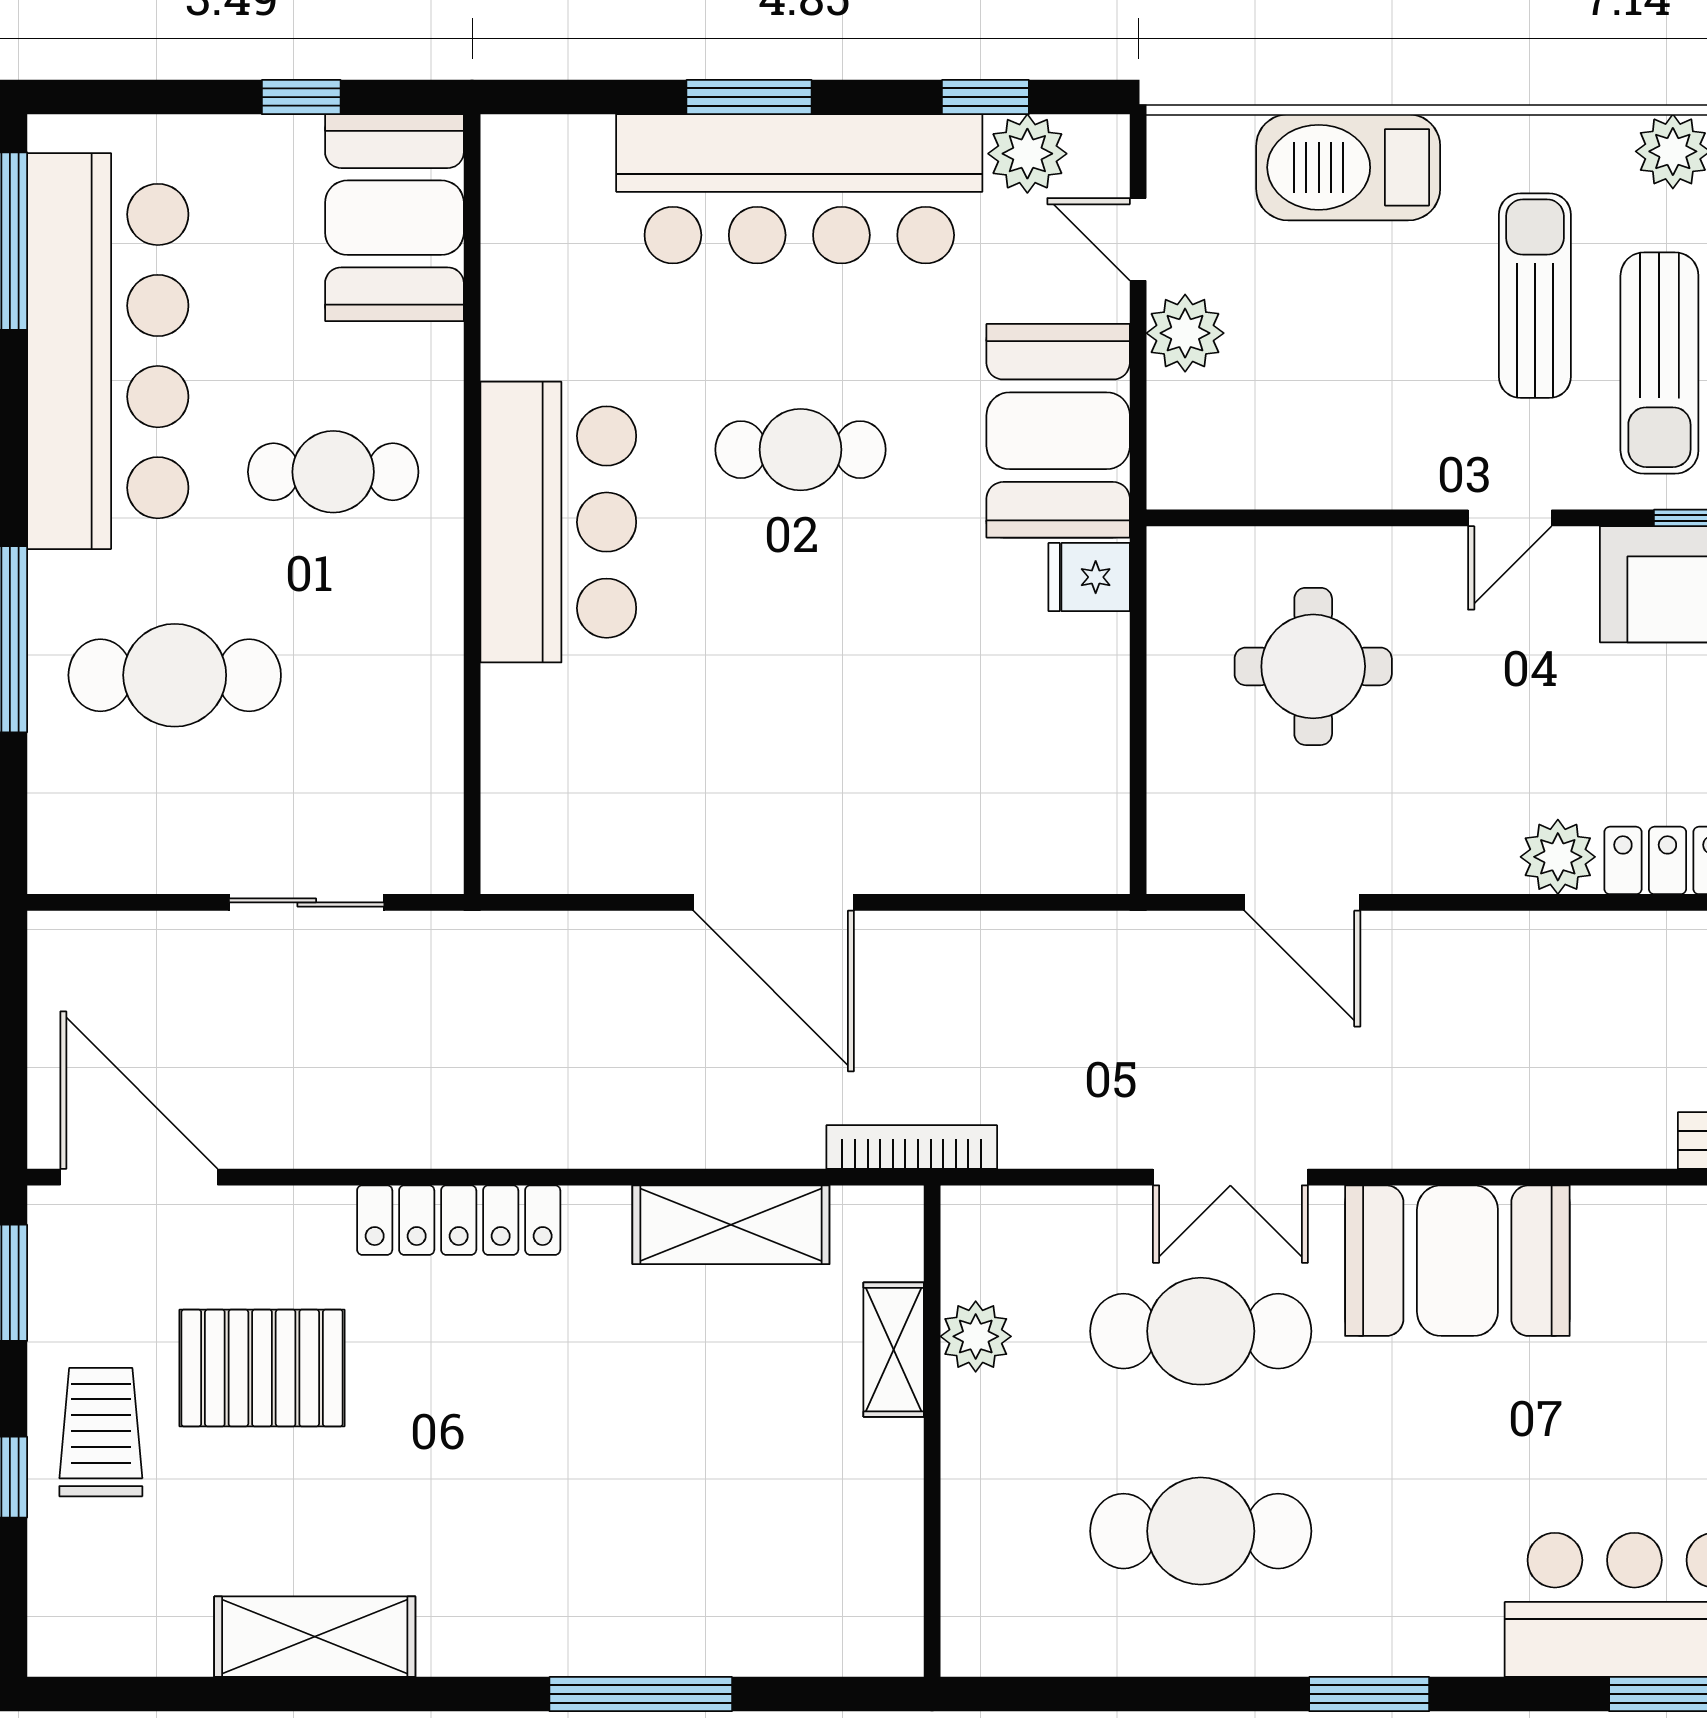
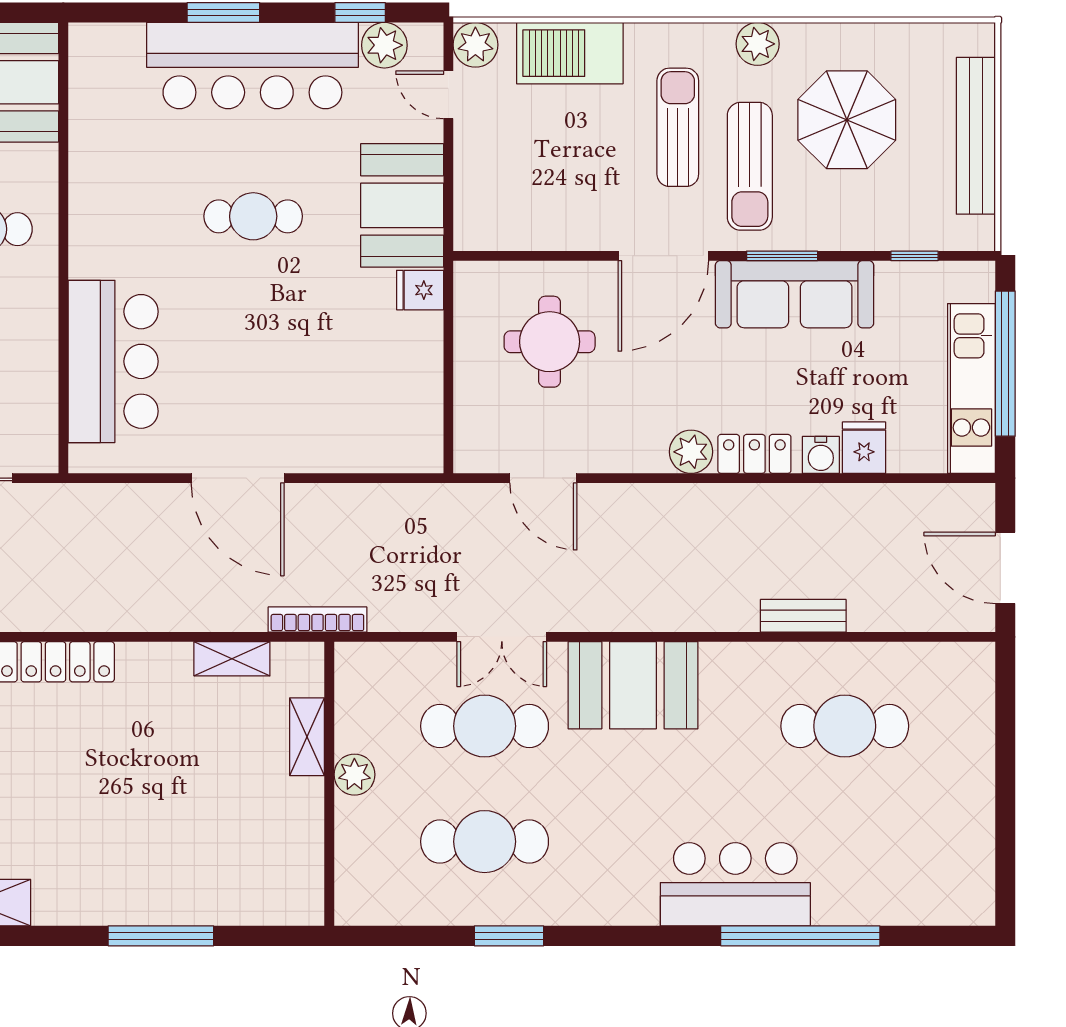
plant: (1185, 333) -> (475, 45), moved
door: (1510, 518) -> (663, 256), width x1.88
bar counter: (558, 522) -> (113, 361), moved
shelving: (731, 1225) -> (232, 659), width x0.67, depth x0.75
plant: (976, 1336) -> (354, 775), moved
window: (1369, 1694) -> (509, 936), moved

